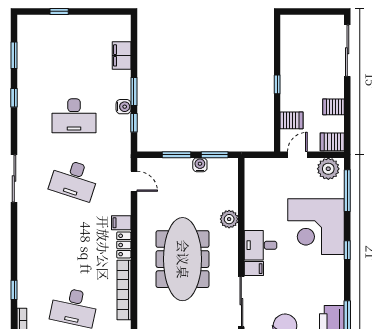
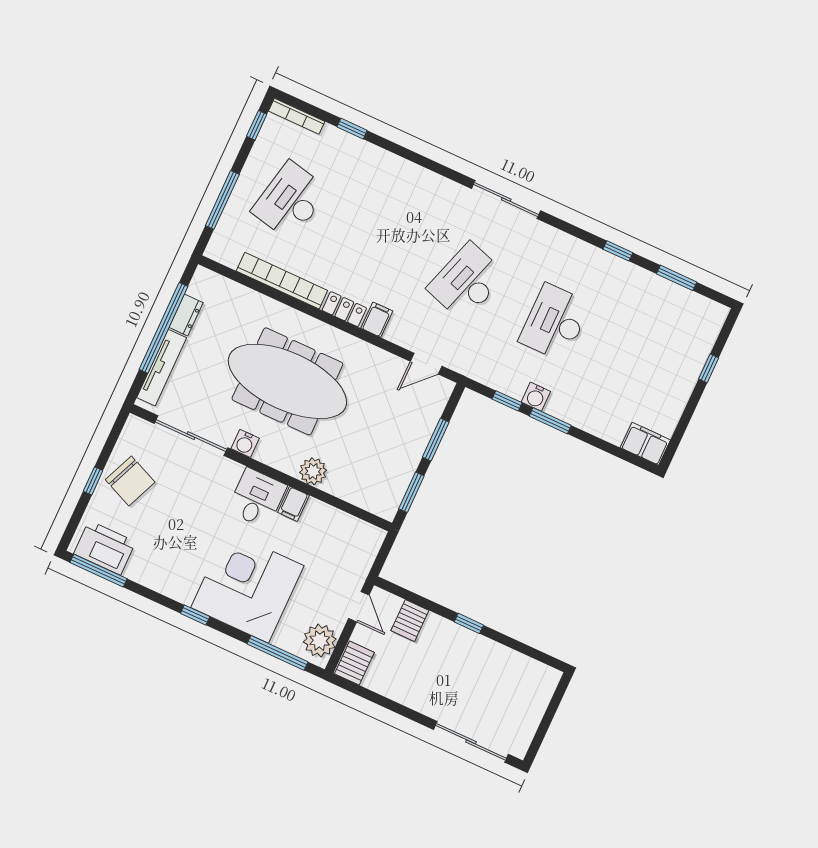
filing cabinet: (122, 55) -> (645, 444), moved
server rack: (333, 107) -> (402, 687), removed
water cooler: (200, 165) -> (245, 443), moved, turned 90
filing cabinet: (254, 269) -> (293, 504), moved

